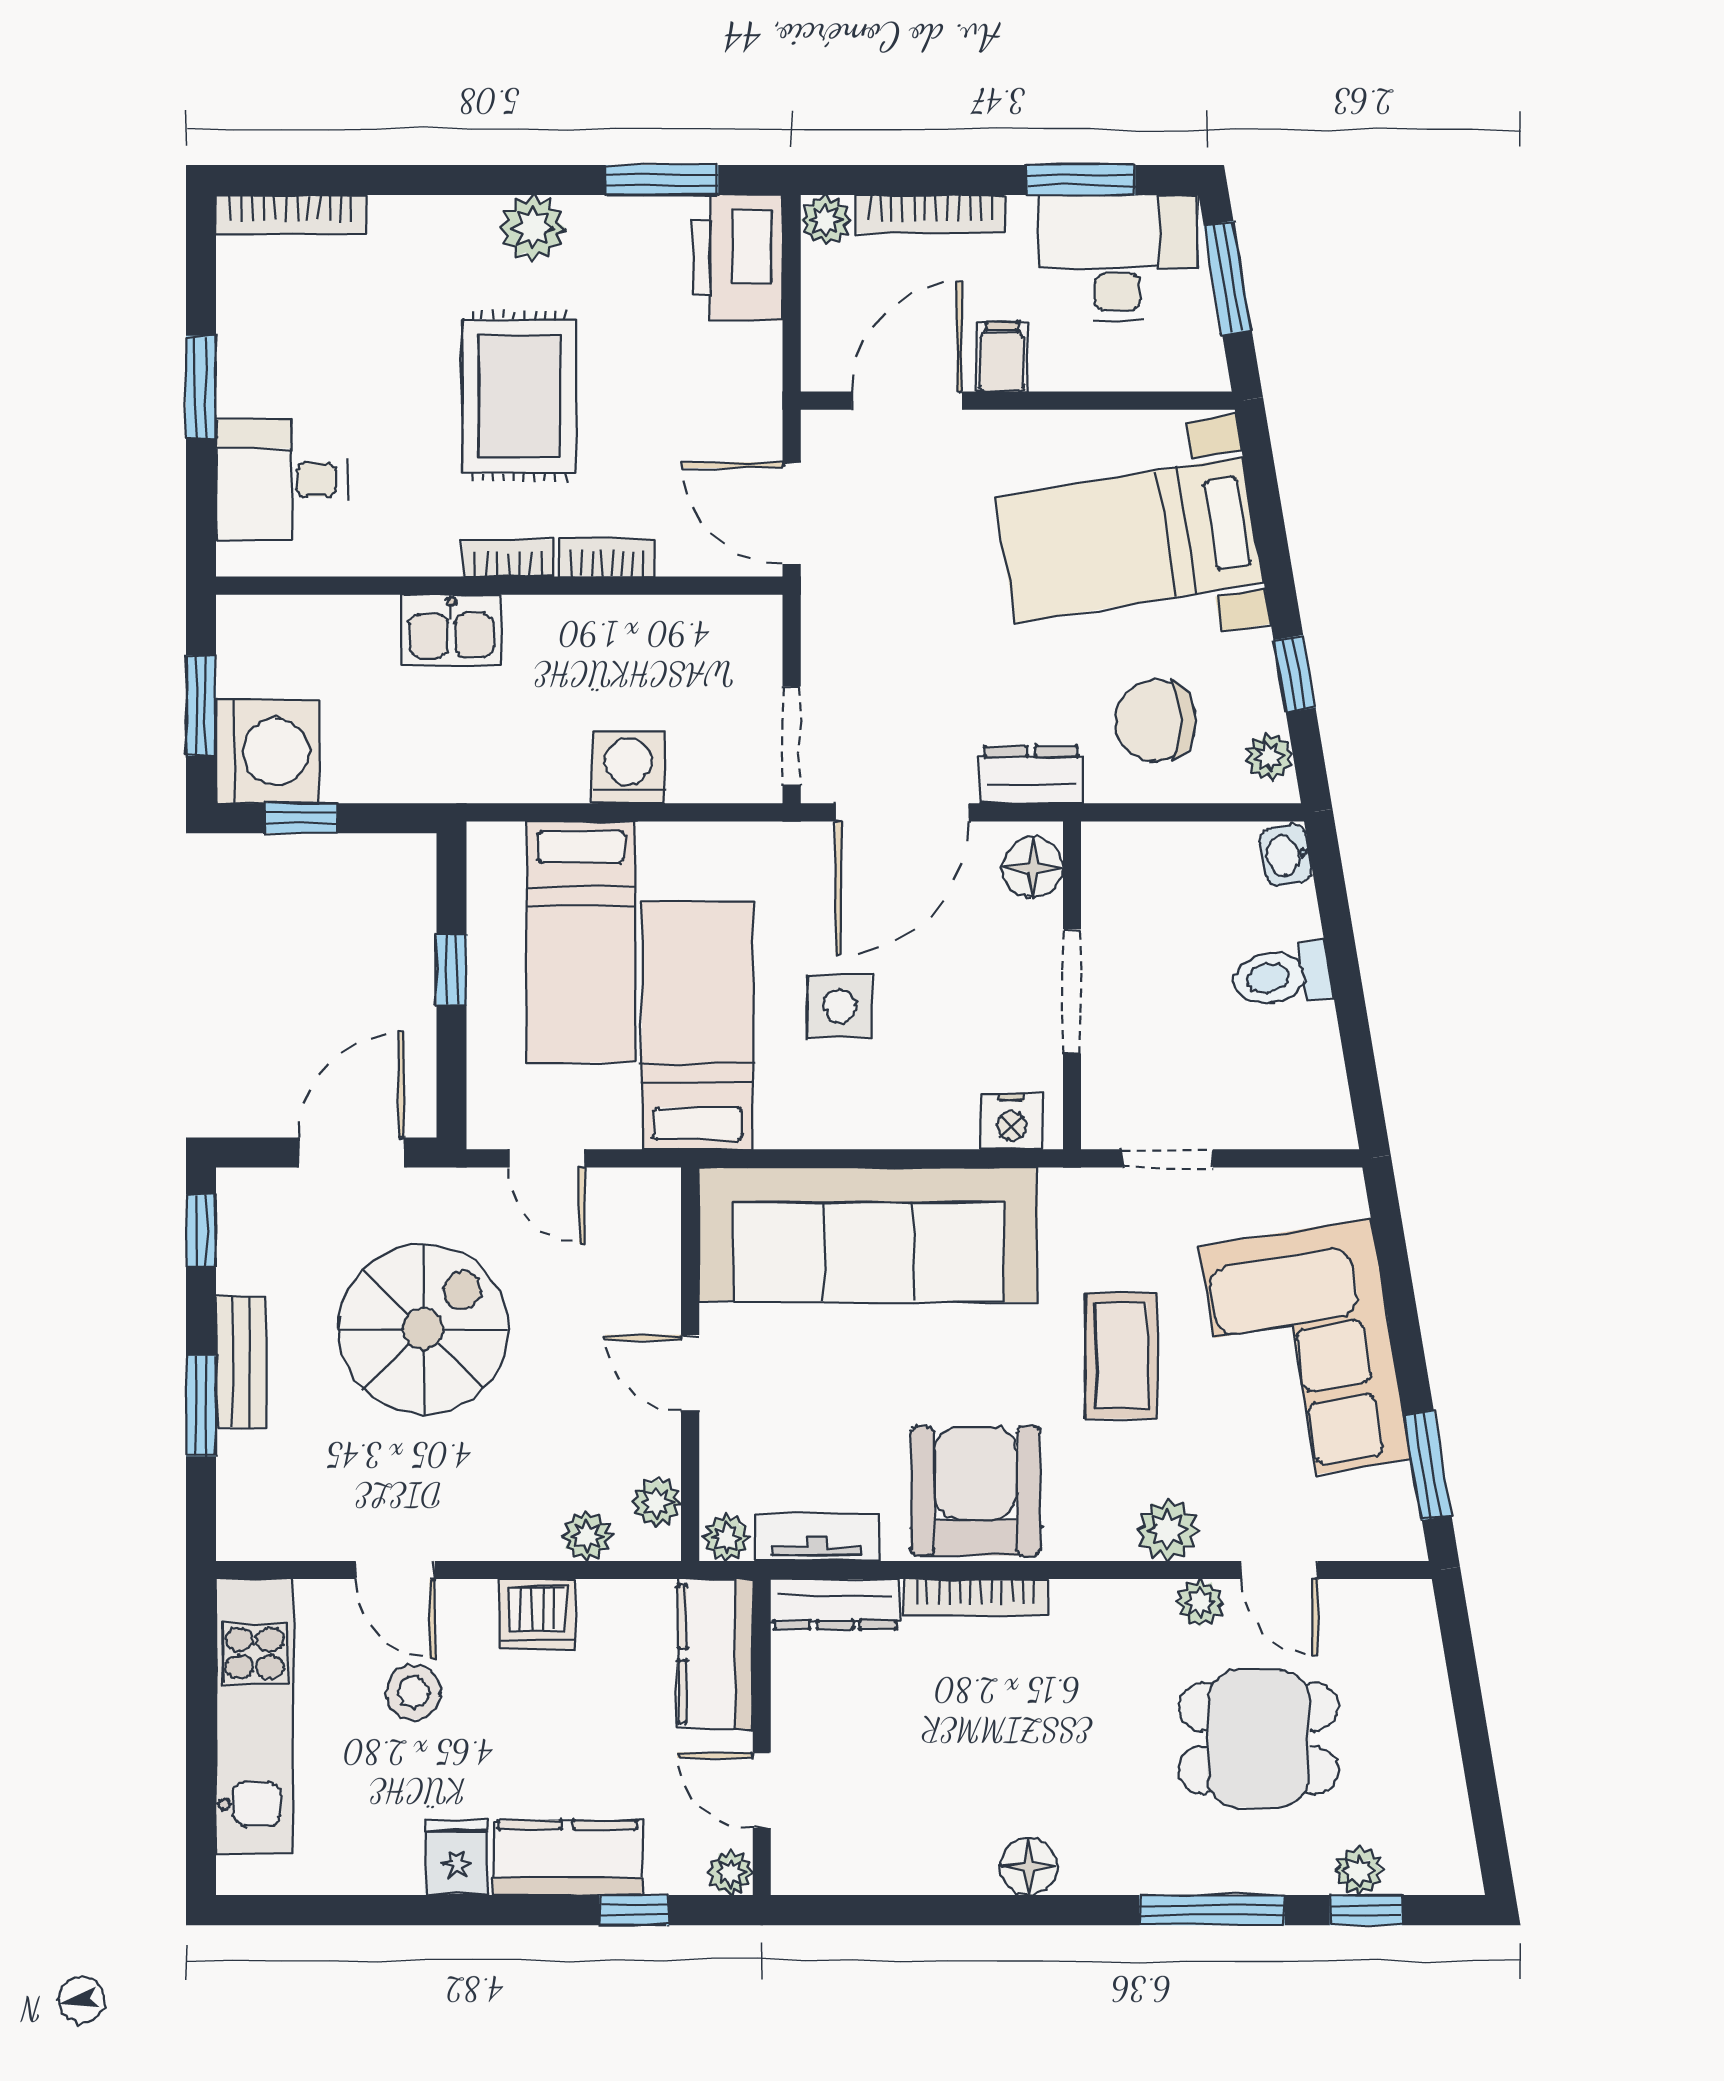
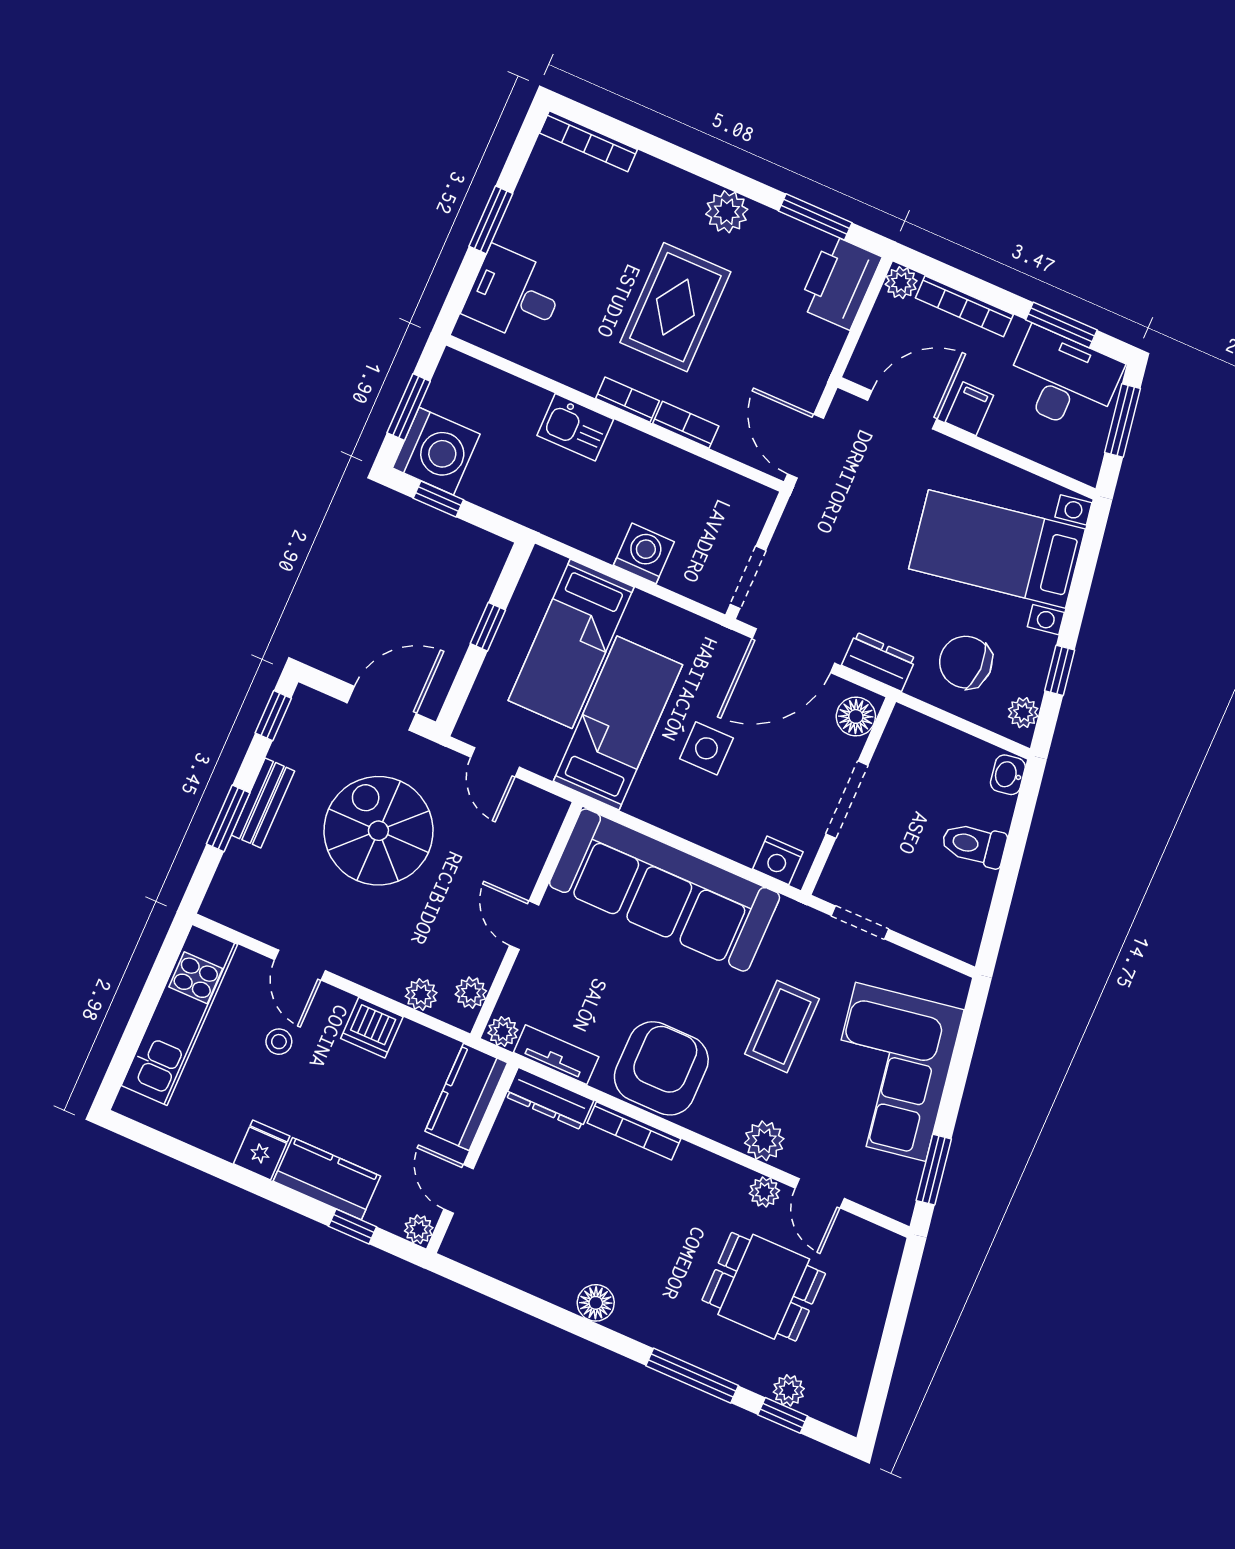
spiral stairs: (423, 1329) -> (378, 831), turned -90
stool: (413, 1692) -> (279, 1042), width x0.73, depth x0.73

